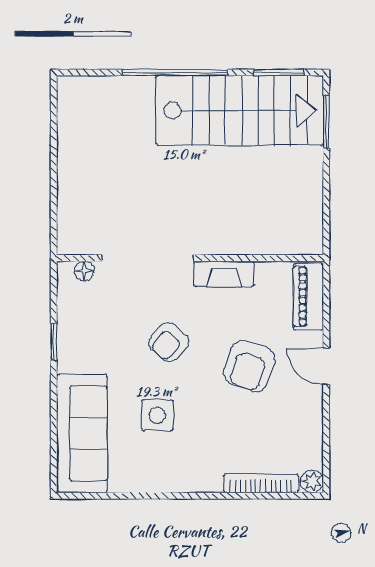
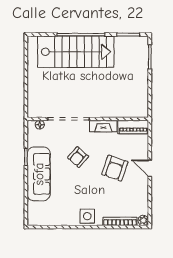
stairs: (240, 110) -> (76, 52), moved
piano: (308, 297) -> (133, 127), moved, turned -90
side table: (157, 415) -> (87, 216), moved
sofa: (82, 434) -> (39, 174), moved

